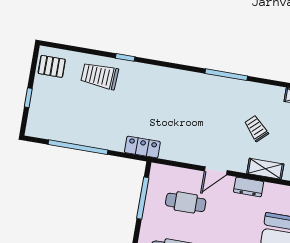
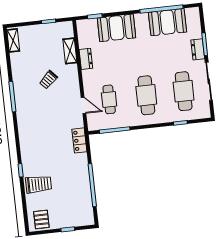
trolley: (100, 76) -> (38, 184), turned -93
trolley: (256, 128) -> (48, 80), moved
door: (216, 171) -> (83, 106), moved

